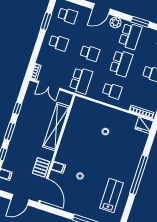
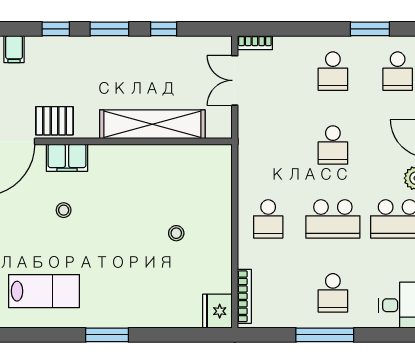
school desk: (81, 80) -> (268, 145), removed
filing cabinet: (58, 167) -> (67, 158), width x2.00
window: (139, 175) -> (107, 335), width x0.47

